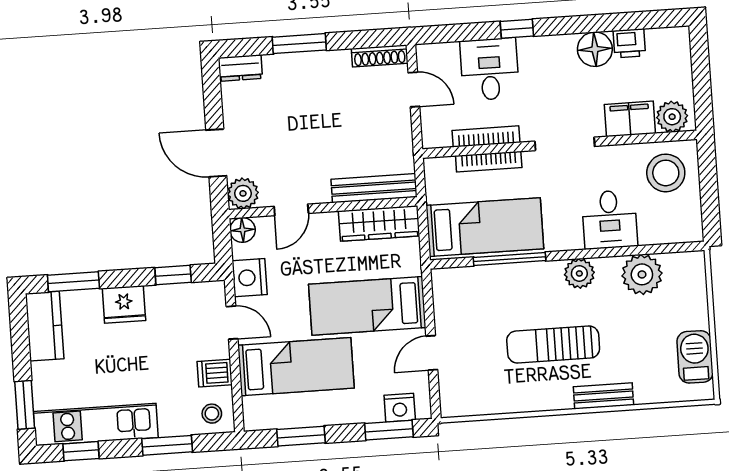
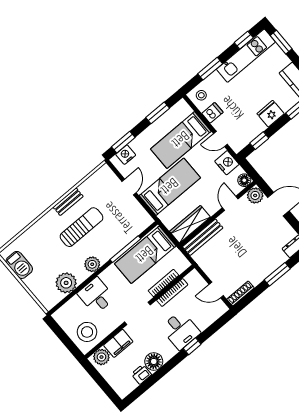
desk: (490, 69) -> (180, 330), moved
bench: (603, 396) -> (68, 202), moved

